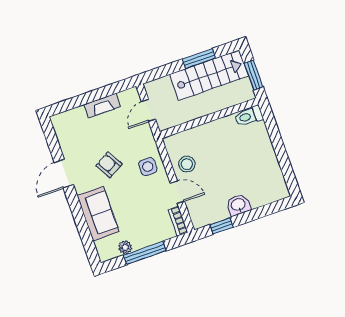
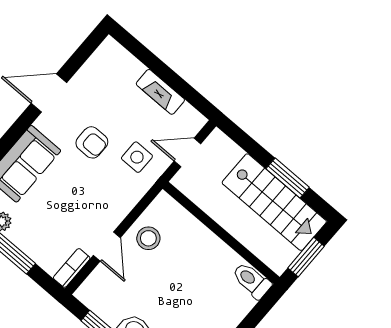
armchair: (109, 165) -> (92, 142), turned 120
side table: (148, 167) -> (137, 157), moved

